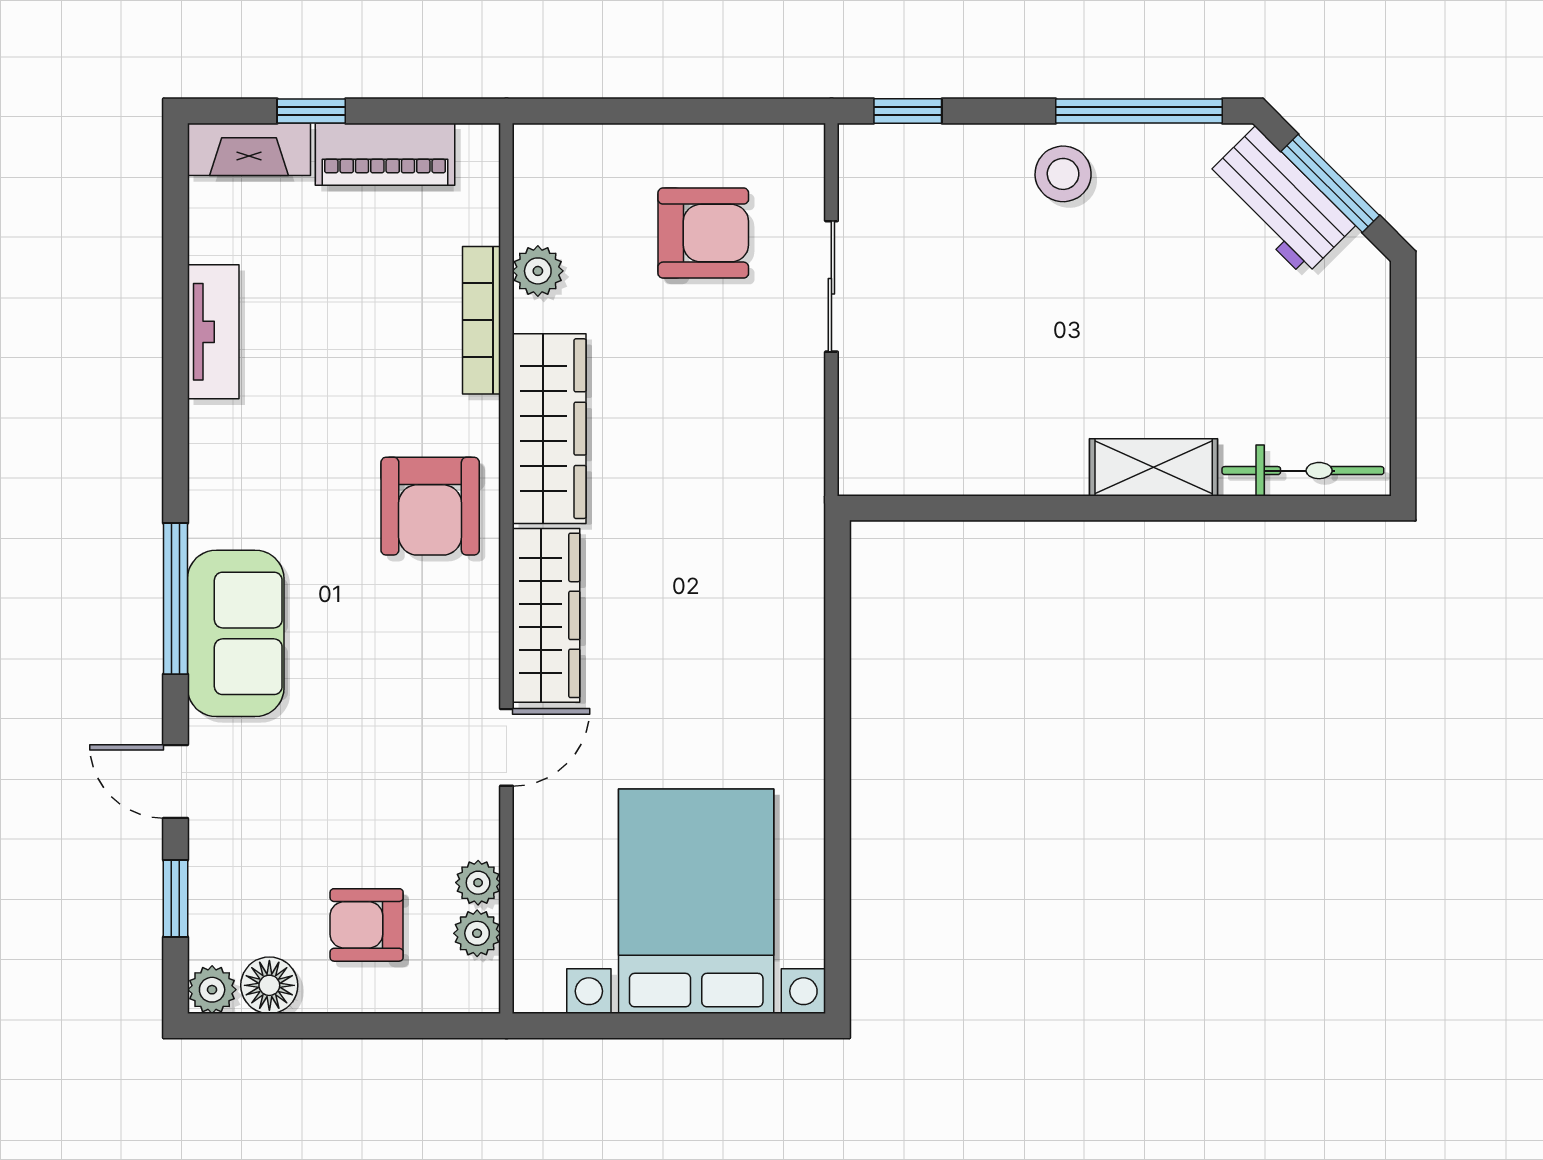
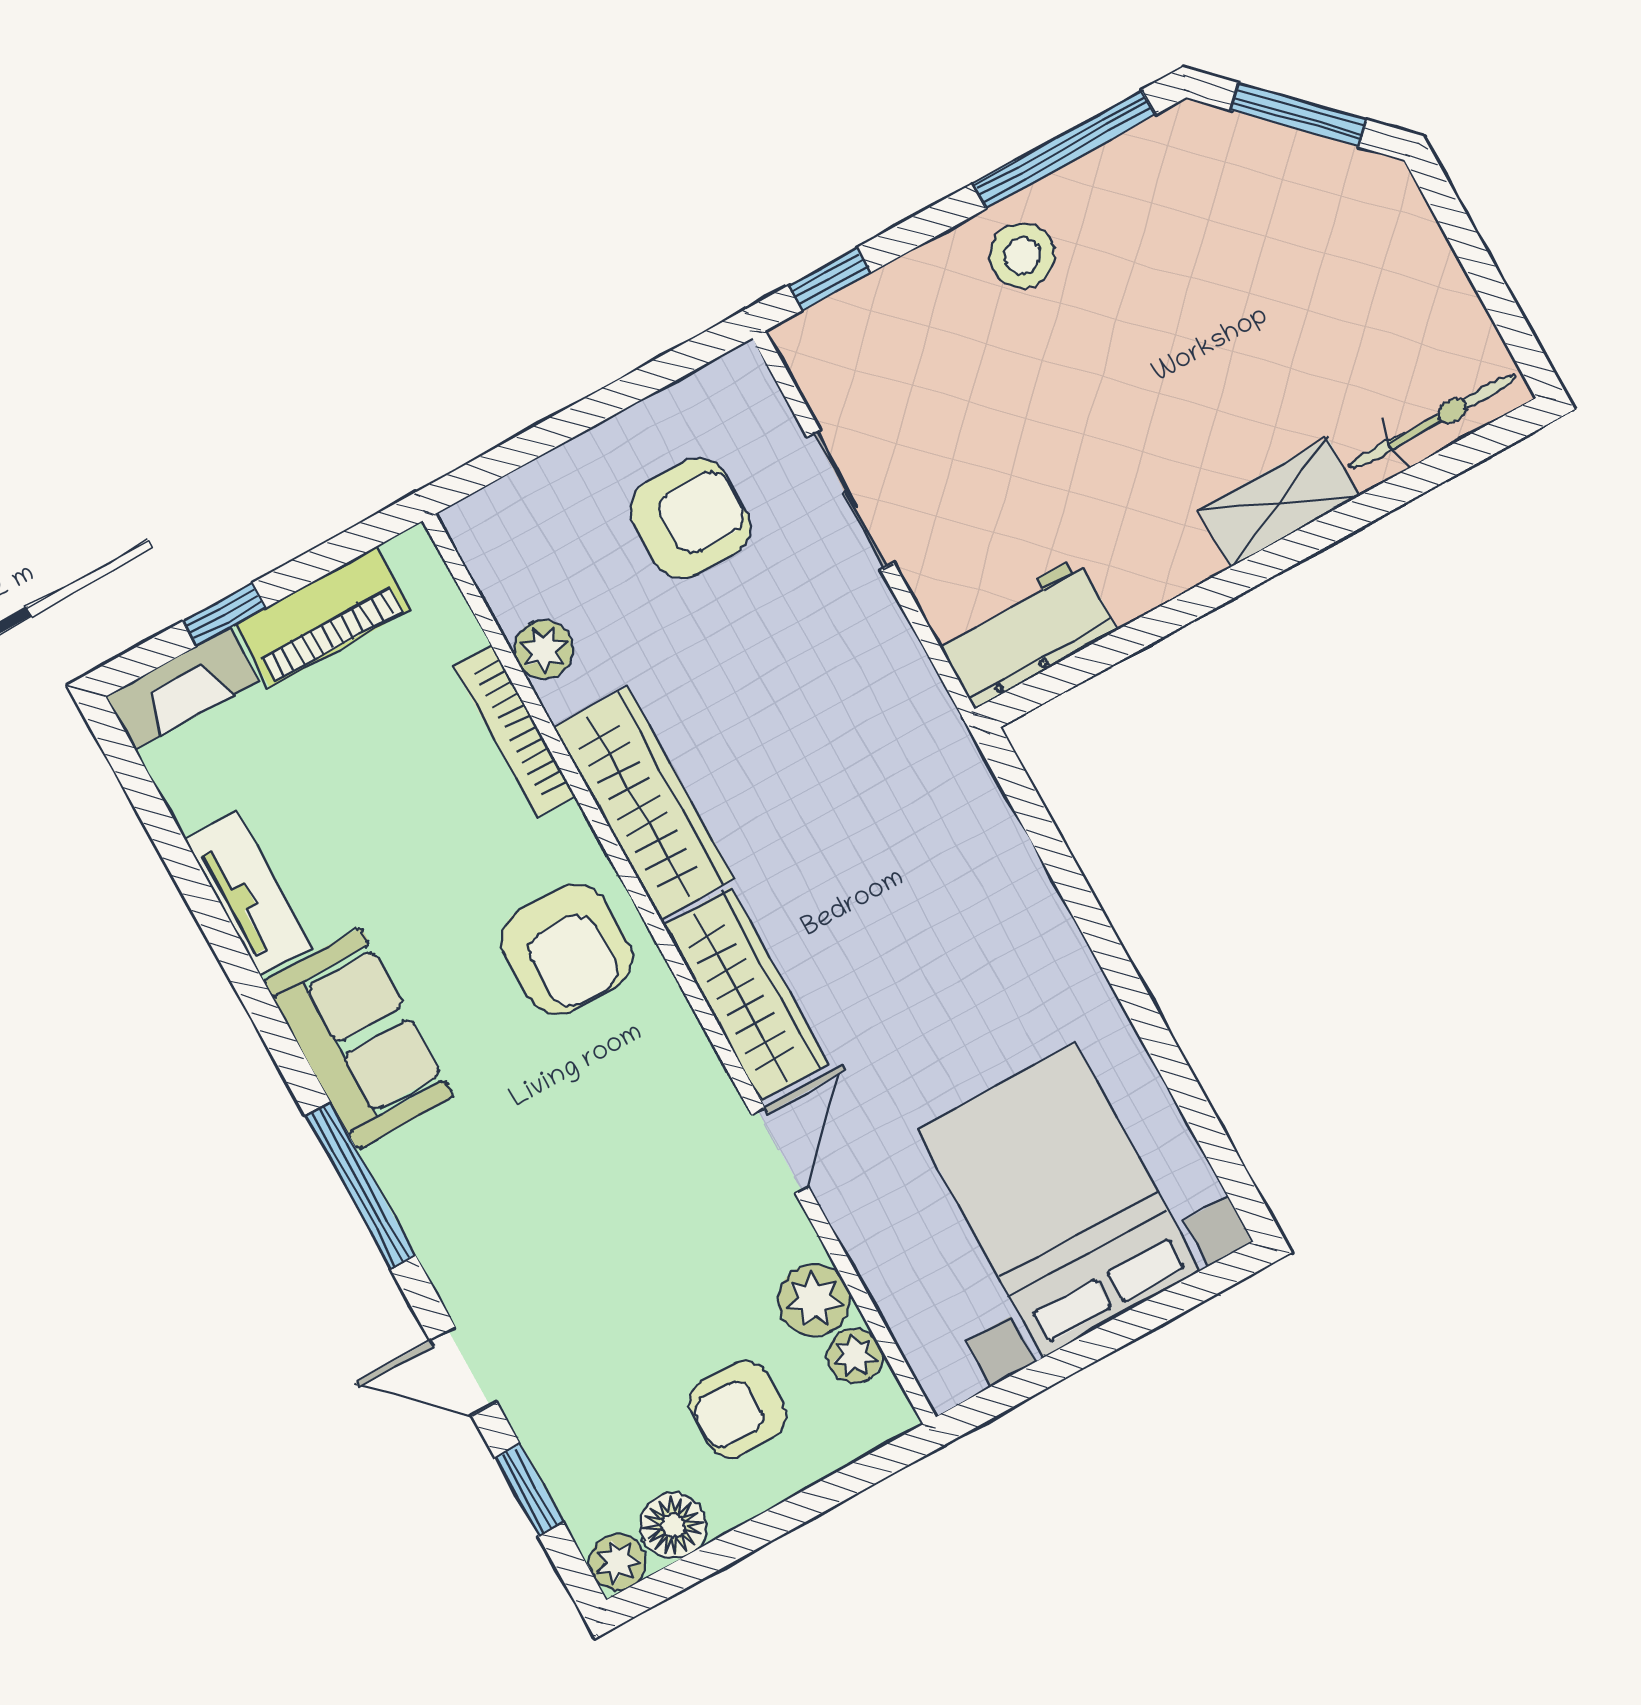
workbench: (1280, 201) -> (1026, 633), moved, turned 135
sofa: (236, 633) -> (359, 1039), moved
plant: (478, 883) -> (814, 1300), width x1.38, depth x1.38

